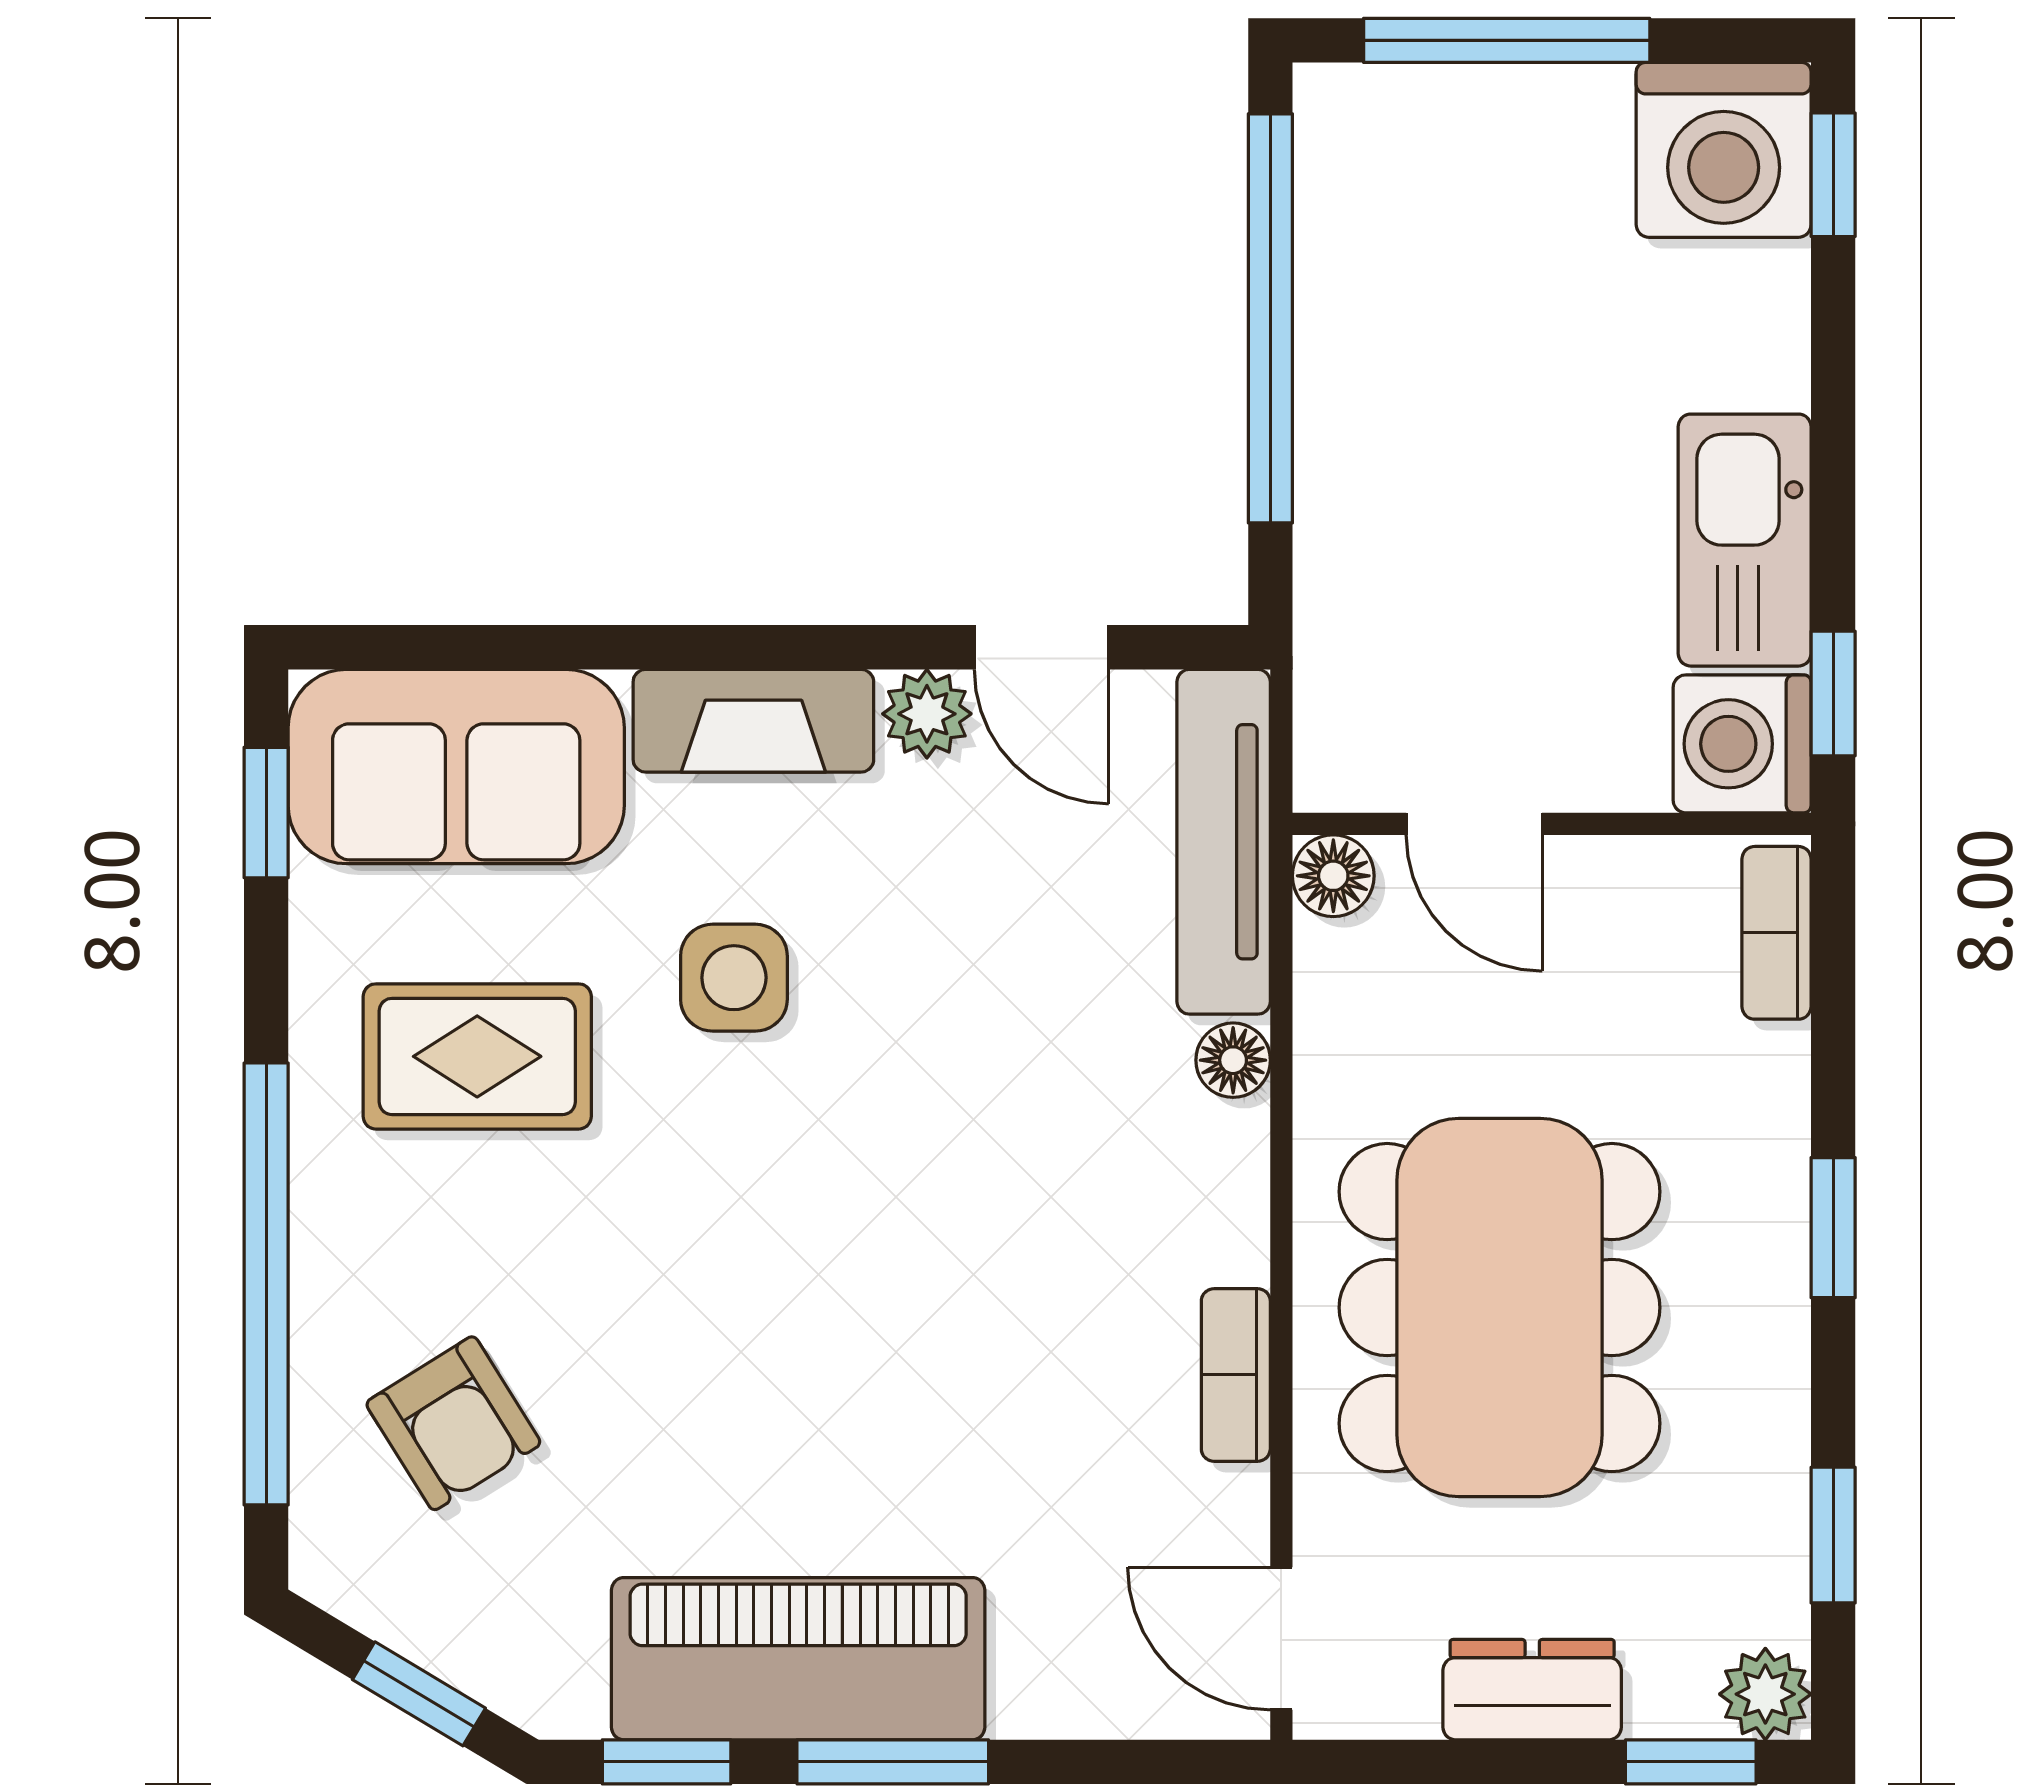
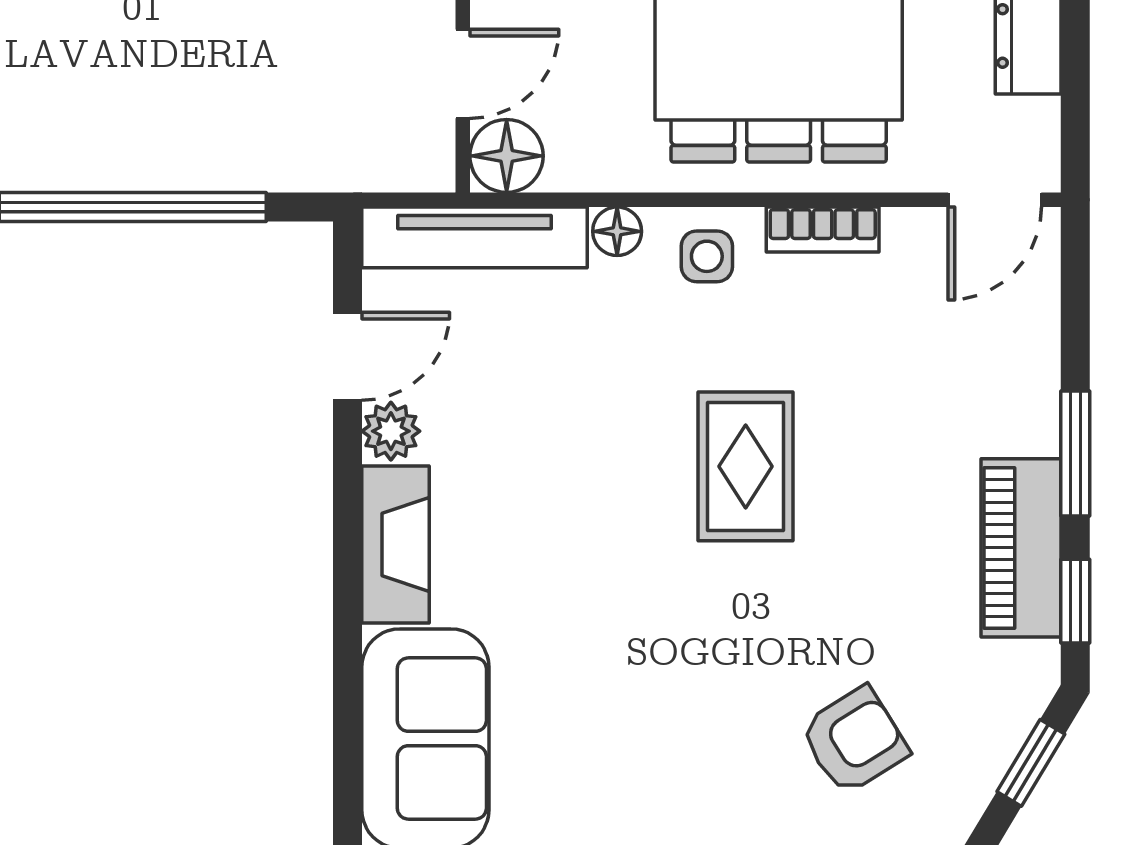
floor lamp: (1333, 876) -> (507, 156), width x1.37, depth x1.37
side table: (734, 978) -> (707, 256), moved, width x0.73, depth x0.73
rug: (477, 1056) -> (746, 466), moved
piano: (798, 1659) -> (1021, 548), width x0.73, depth x0.75

